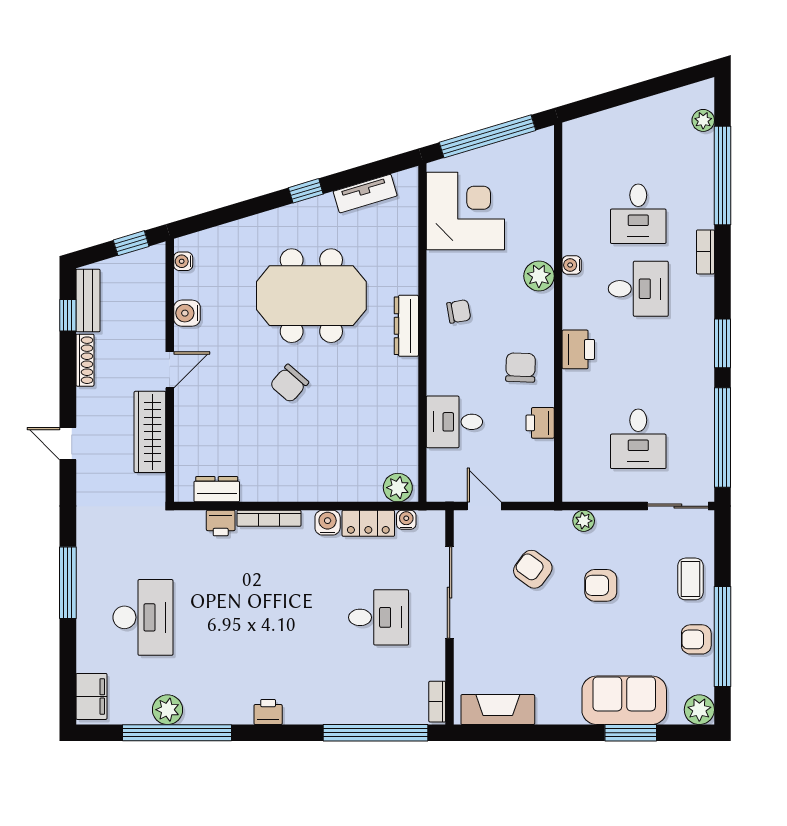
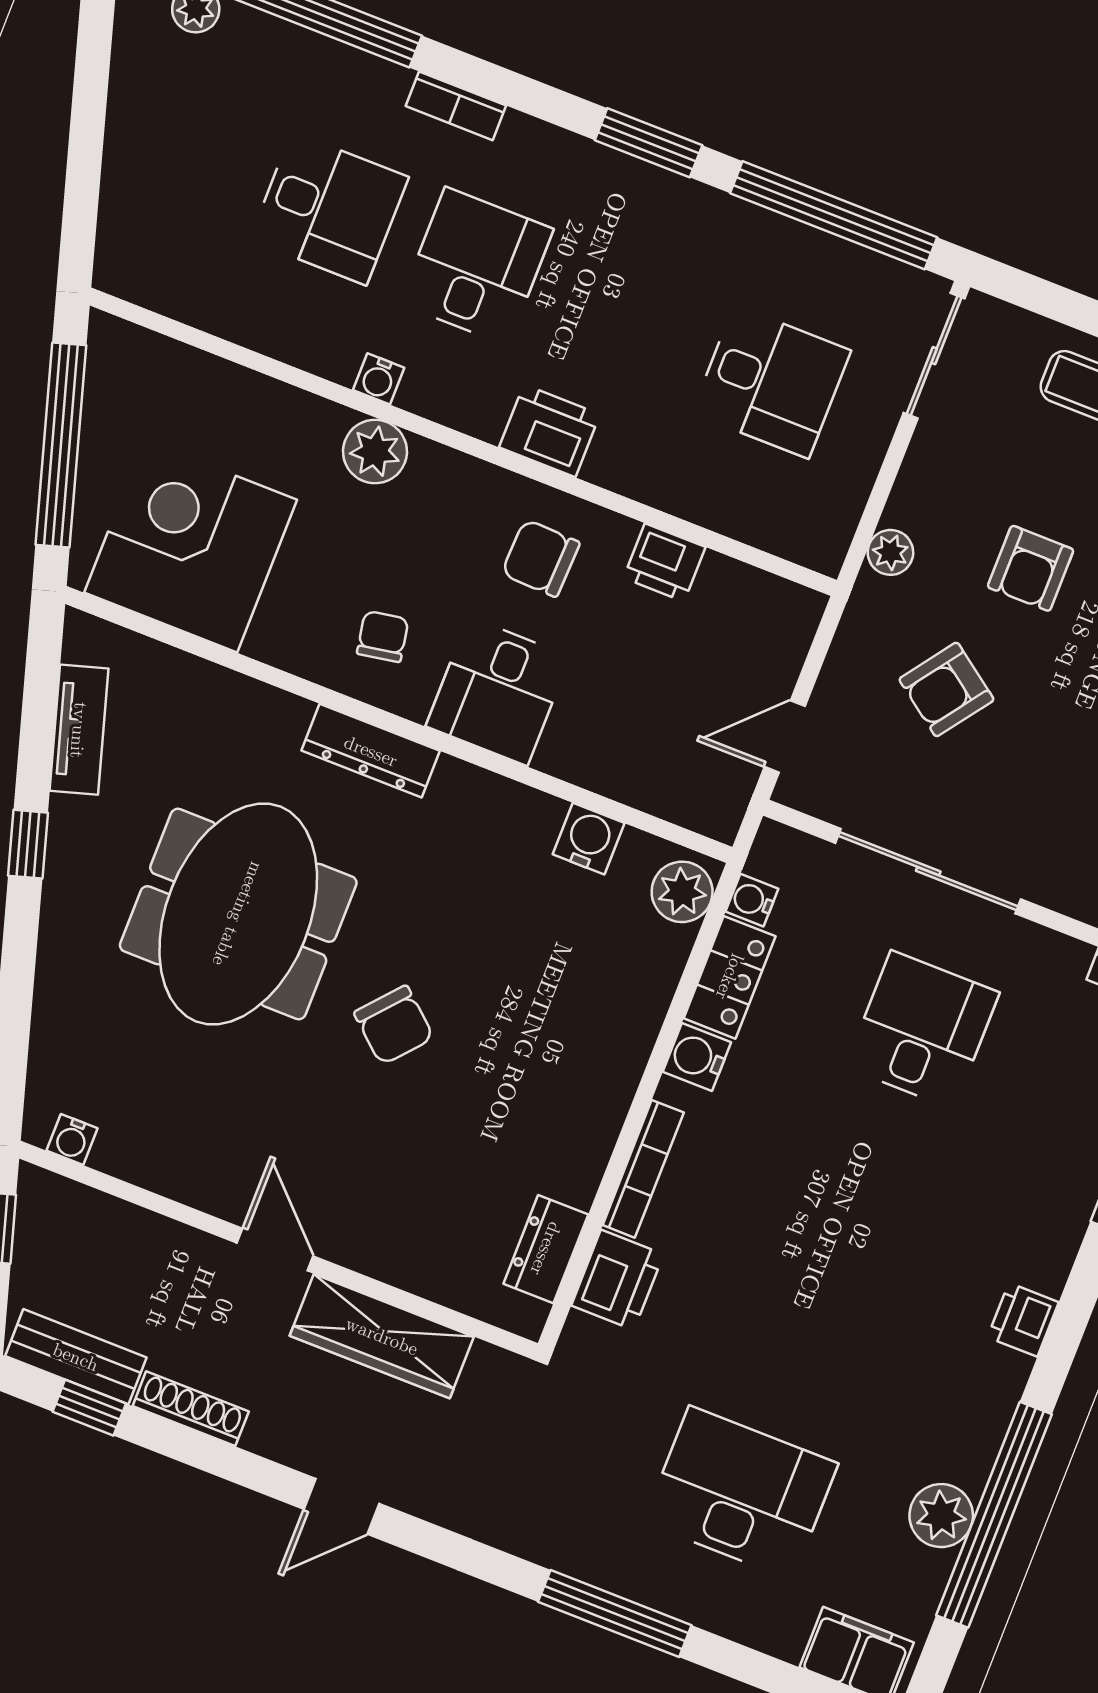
water cooler: (187, 313) -> (589, 839), moved, turned 180
desk: (454, 422) -> (498, 691), moved
printer: (221, 523) -> (617, 1280), width x1.36, depth x1.24

